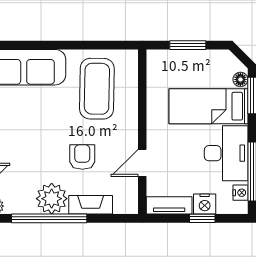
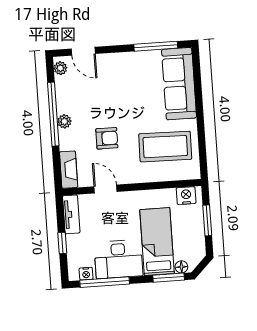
plant: (52, 199) -> (64, 121), width x0.53, depth x0.53
nightstand: (205, 204) -> (186, 196), moved, turned 90
fireplace: (91, 205) -> (69, 170), moved

